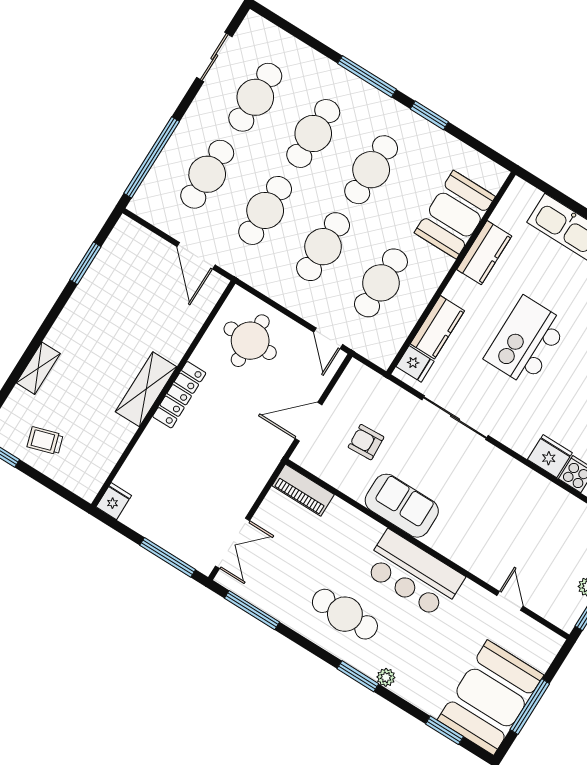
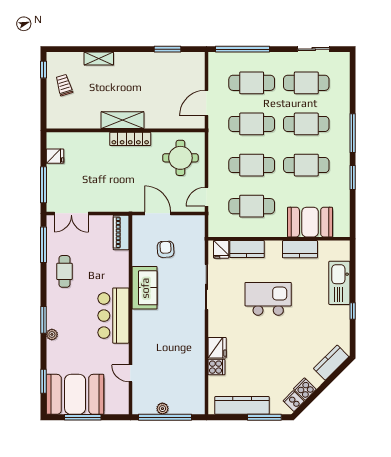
fridge: (114, 501) -> (55, 156), moved
door: (510, 601) -> (130, 373), swing flipped
cafe table: (345, 614) -> (64, 271), moved, width x0.73, depth x0.74

